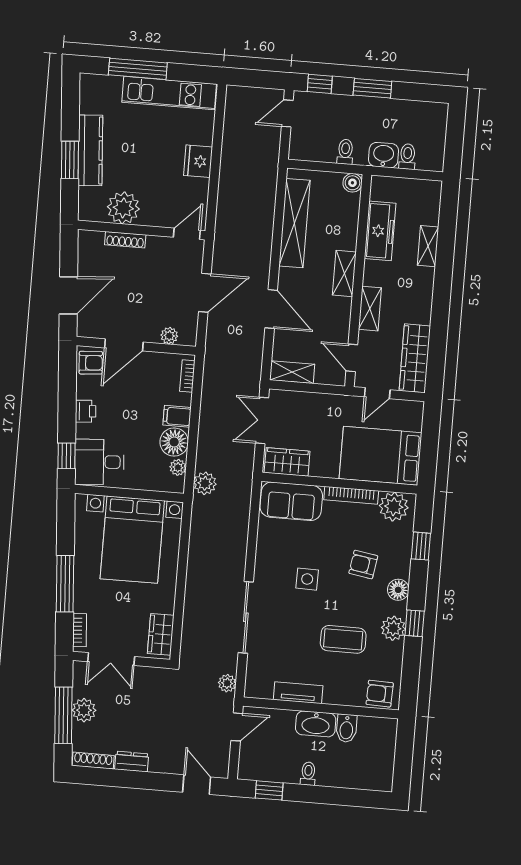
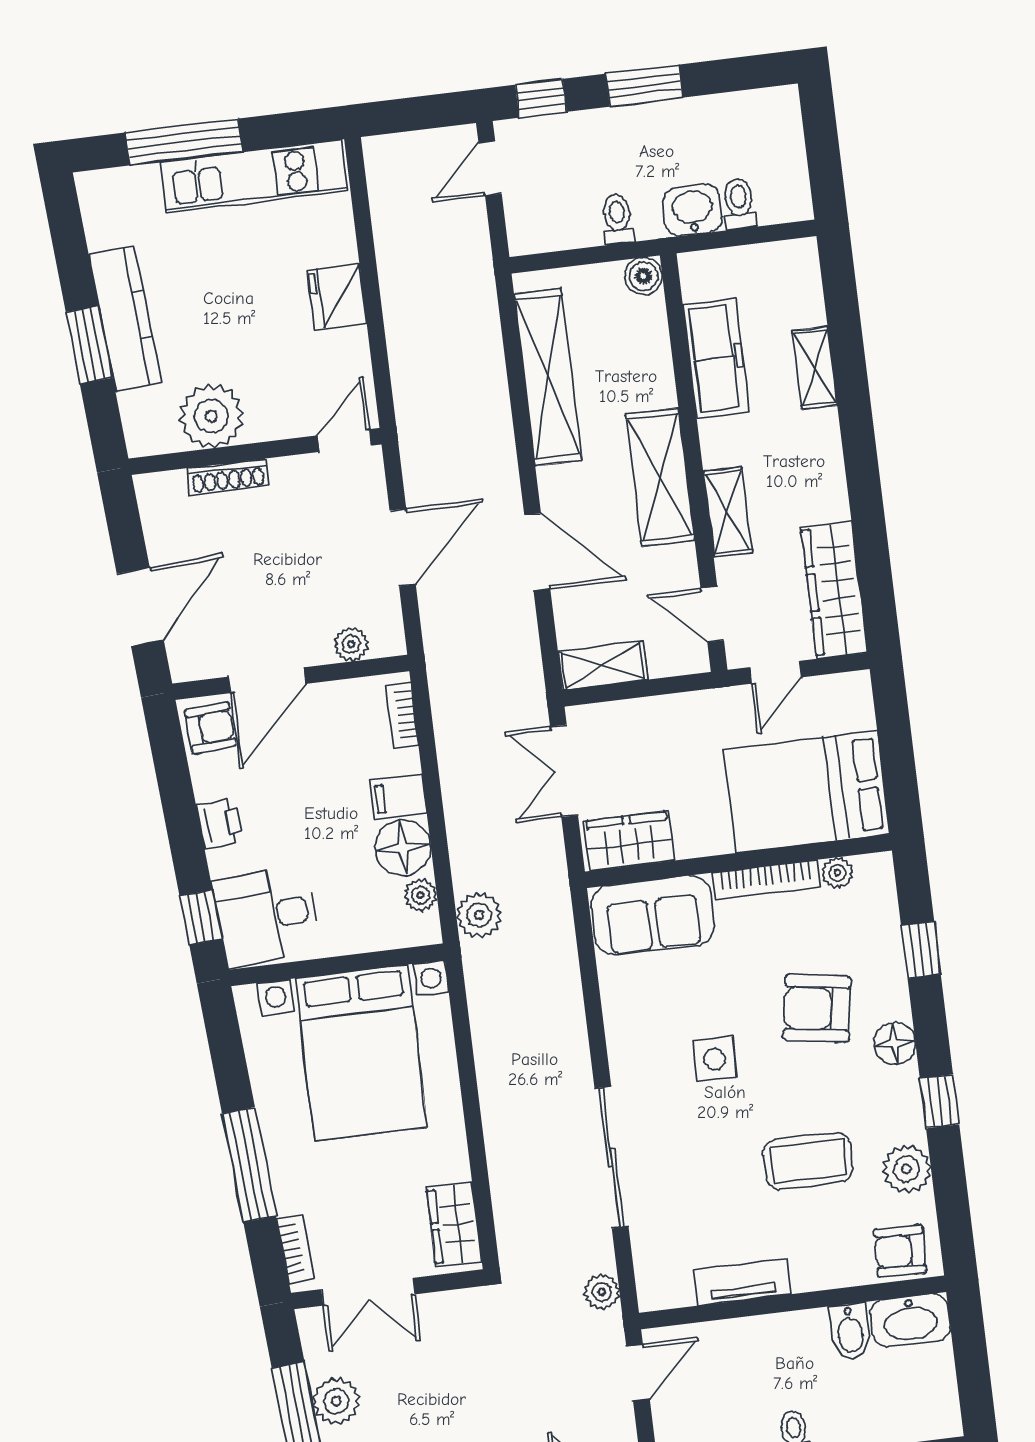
shelving: (344, 273) -> (660, 477), width x1.50, depth x1.33
plant: (394, 507) -> (838, 873), width x0.53, depth x0.53
armchair: (363, 565) -> (817, 1009), width x1.38, depth x1.38
plant: (393, 628) -> (907, 1169), moved
washbasin: (316, 724) -> (910, 1320), moved

